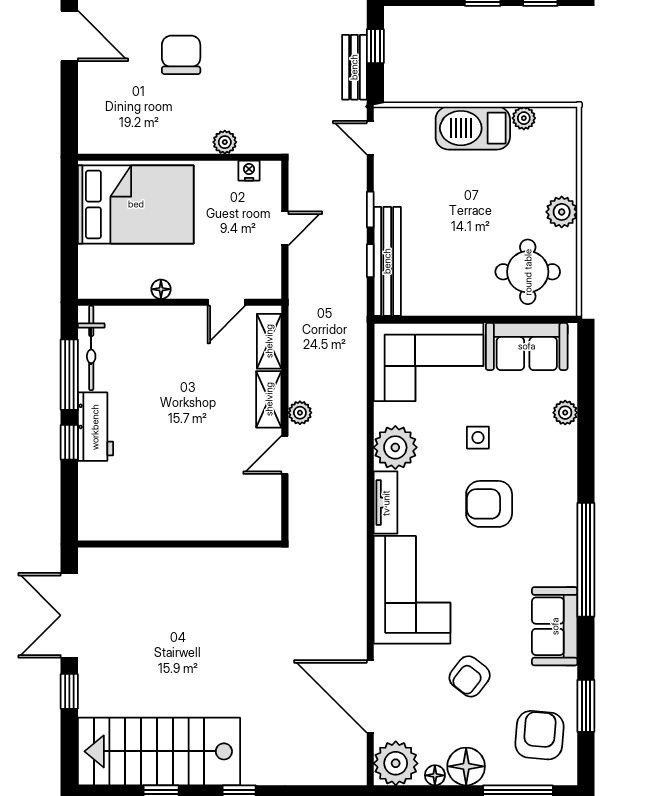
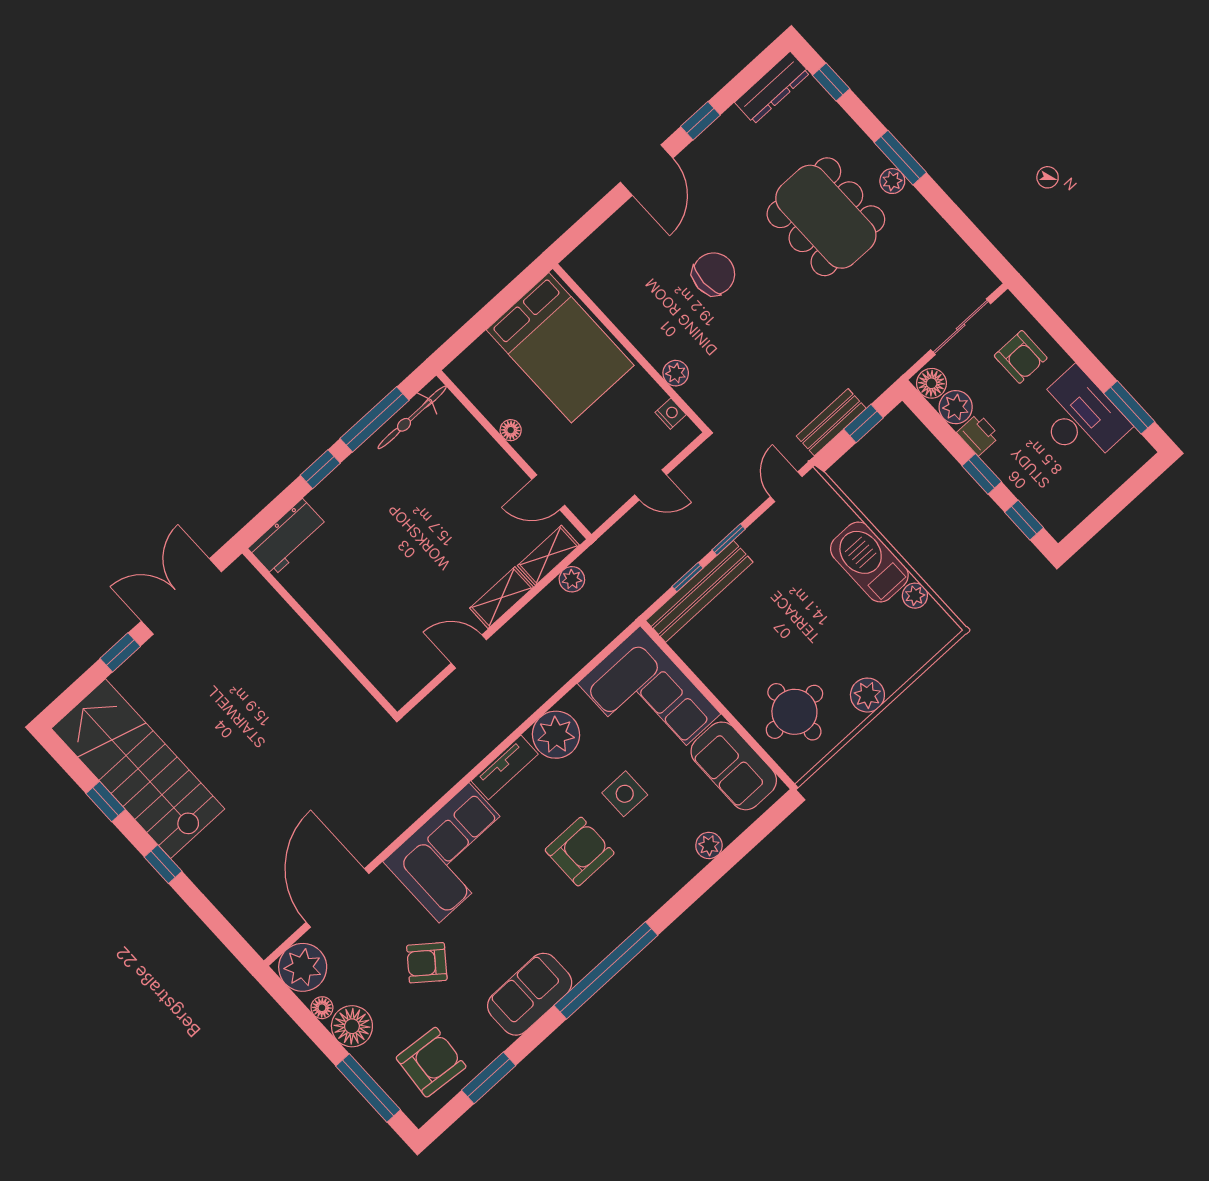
plant: (300, 413) -> (572, 579), moved
workbench: (95, 427) -> (288, 537), moved
side table: (478, 438) -> (625, 794), width x1.37, depth x1.37
armchair: (489, 504) -> (580, 852), turned 90

